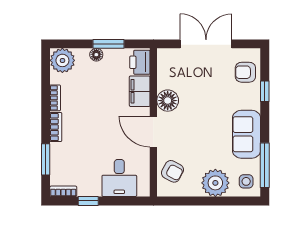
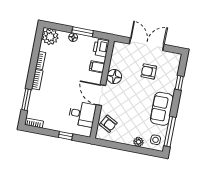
armchair: (245, 72) -> (149, 71), moved
filing cabinet: (140, 91) -> (97, 67), width x0.50
desk: (119, 178) -> (82, 114), moved, turned -90
plant: (215, 183) -> (138, 142), width x0.53, depth x0.53
window: (88, 201) -> (66, 136), moved

